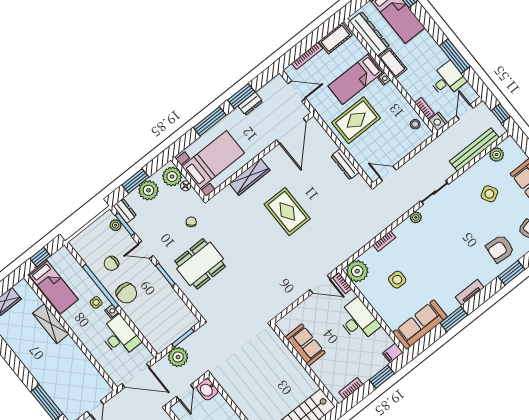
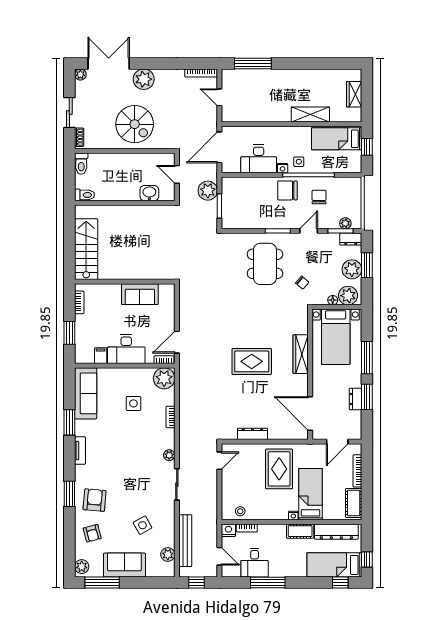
filing cabinet: (393, 353) -> (101, 356), moved
washbasin: (207, 389) -> (149, 193), moved

